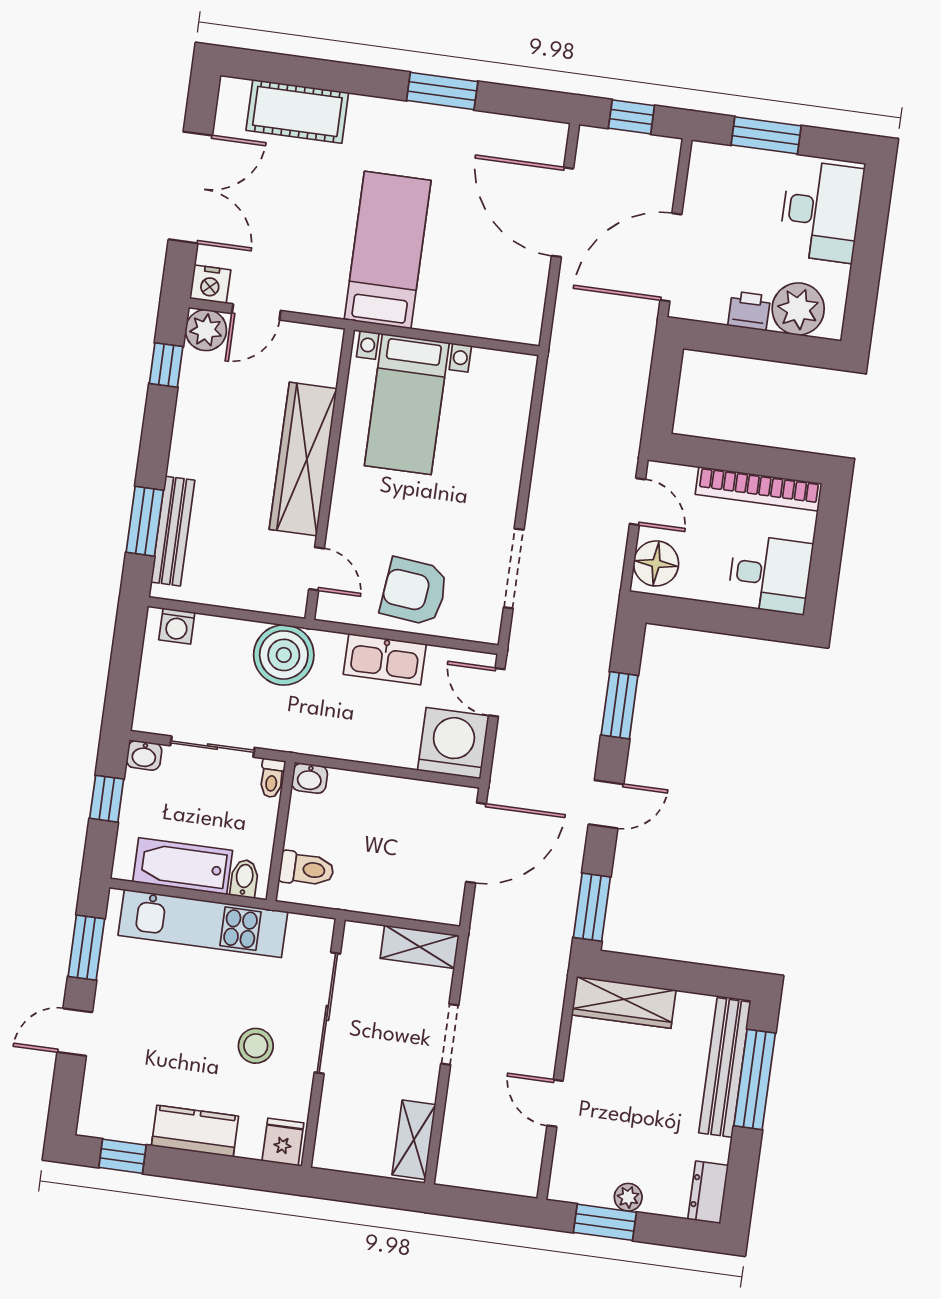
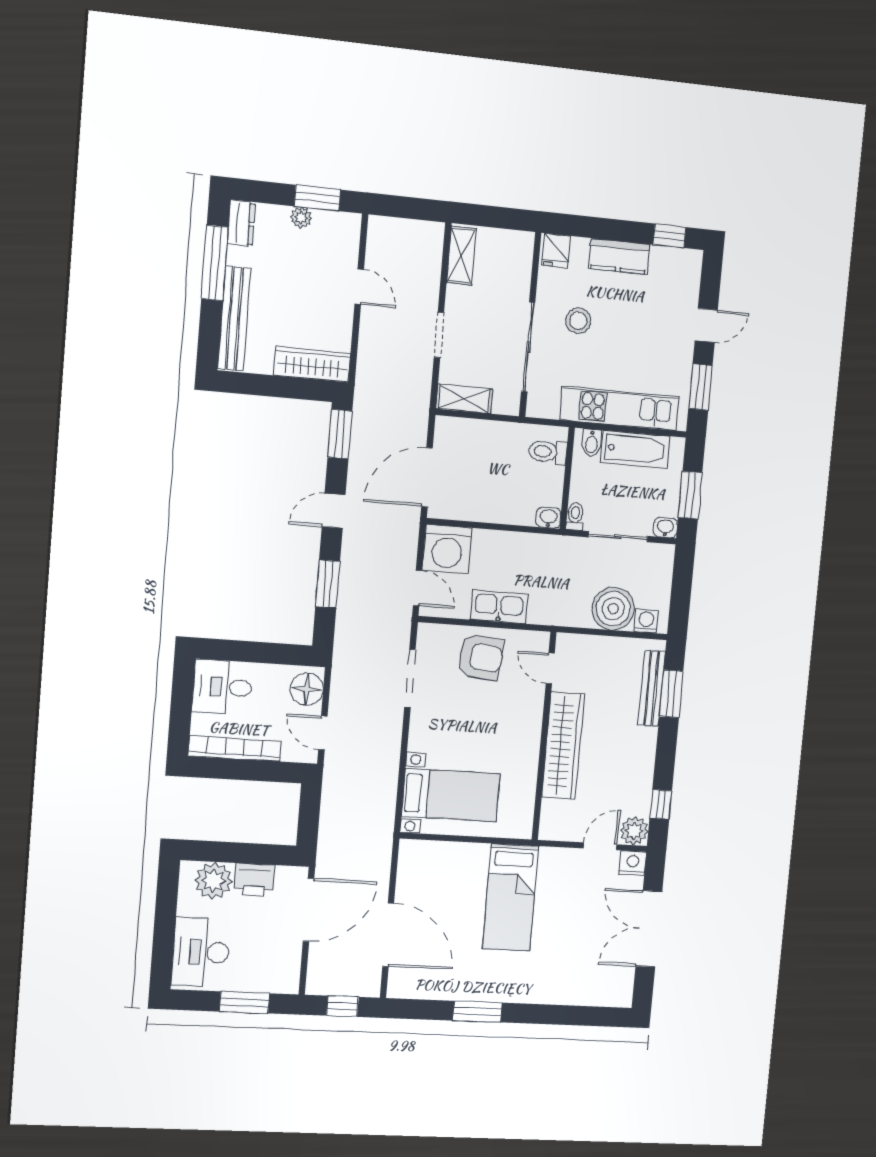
cot: (297, 111) -> (578, 988), removed
printer: (749, 311) -> (254, 880), width x1.36, depth x1.24
bed with nightstands: (407, 404) -> (451, 795), moved, turned 90
boiler: (284, 655) -> (613, 609), moved
window: (107, 799) -> (690, 495), width x1.50
window: (755, 1079) -> (215, 263), moved

